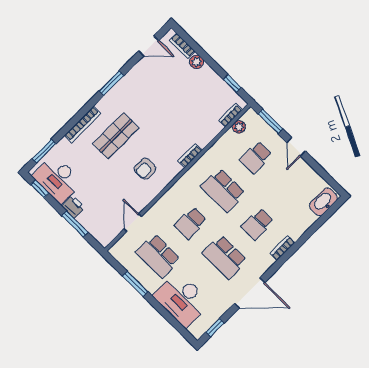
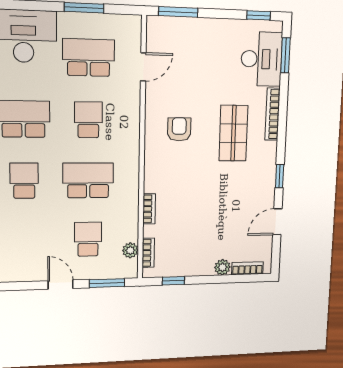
door: (149, 46) -> (277, 222), moved
window: (112, 83) -> (280, 176), width x0.67
bookcase: (190, 156) -> (149, 209), moved
desk: (57, 179) -> (262, 59), moved, turned 90
printer: (73, 207) -> (212, 28), removed
door: (133, 223) -> (143, 67), hinge flipped
window: (75, 224) -> (178, 12), moved

